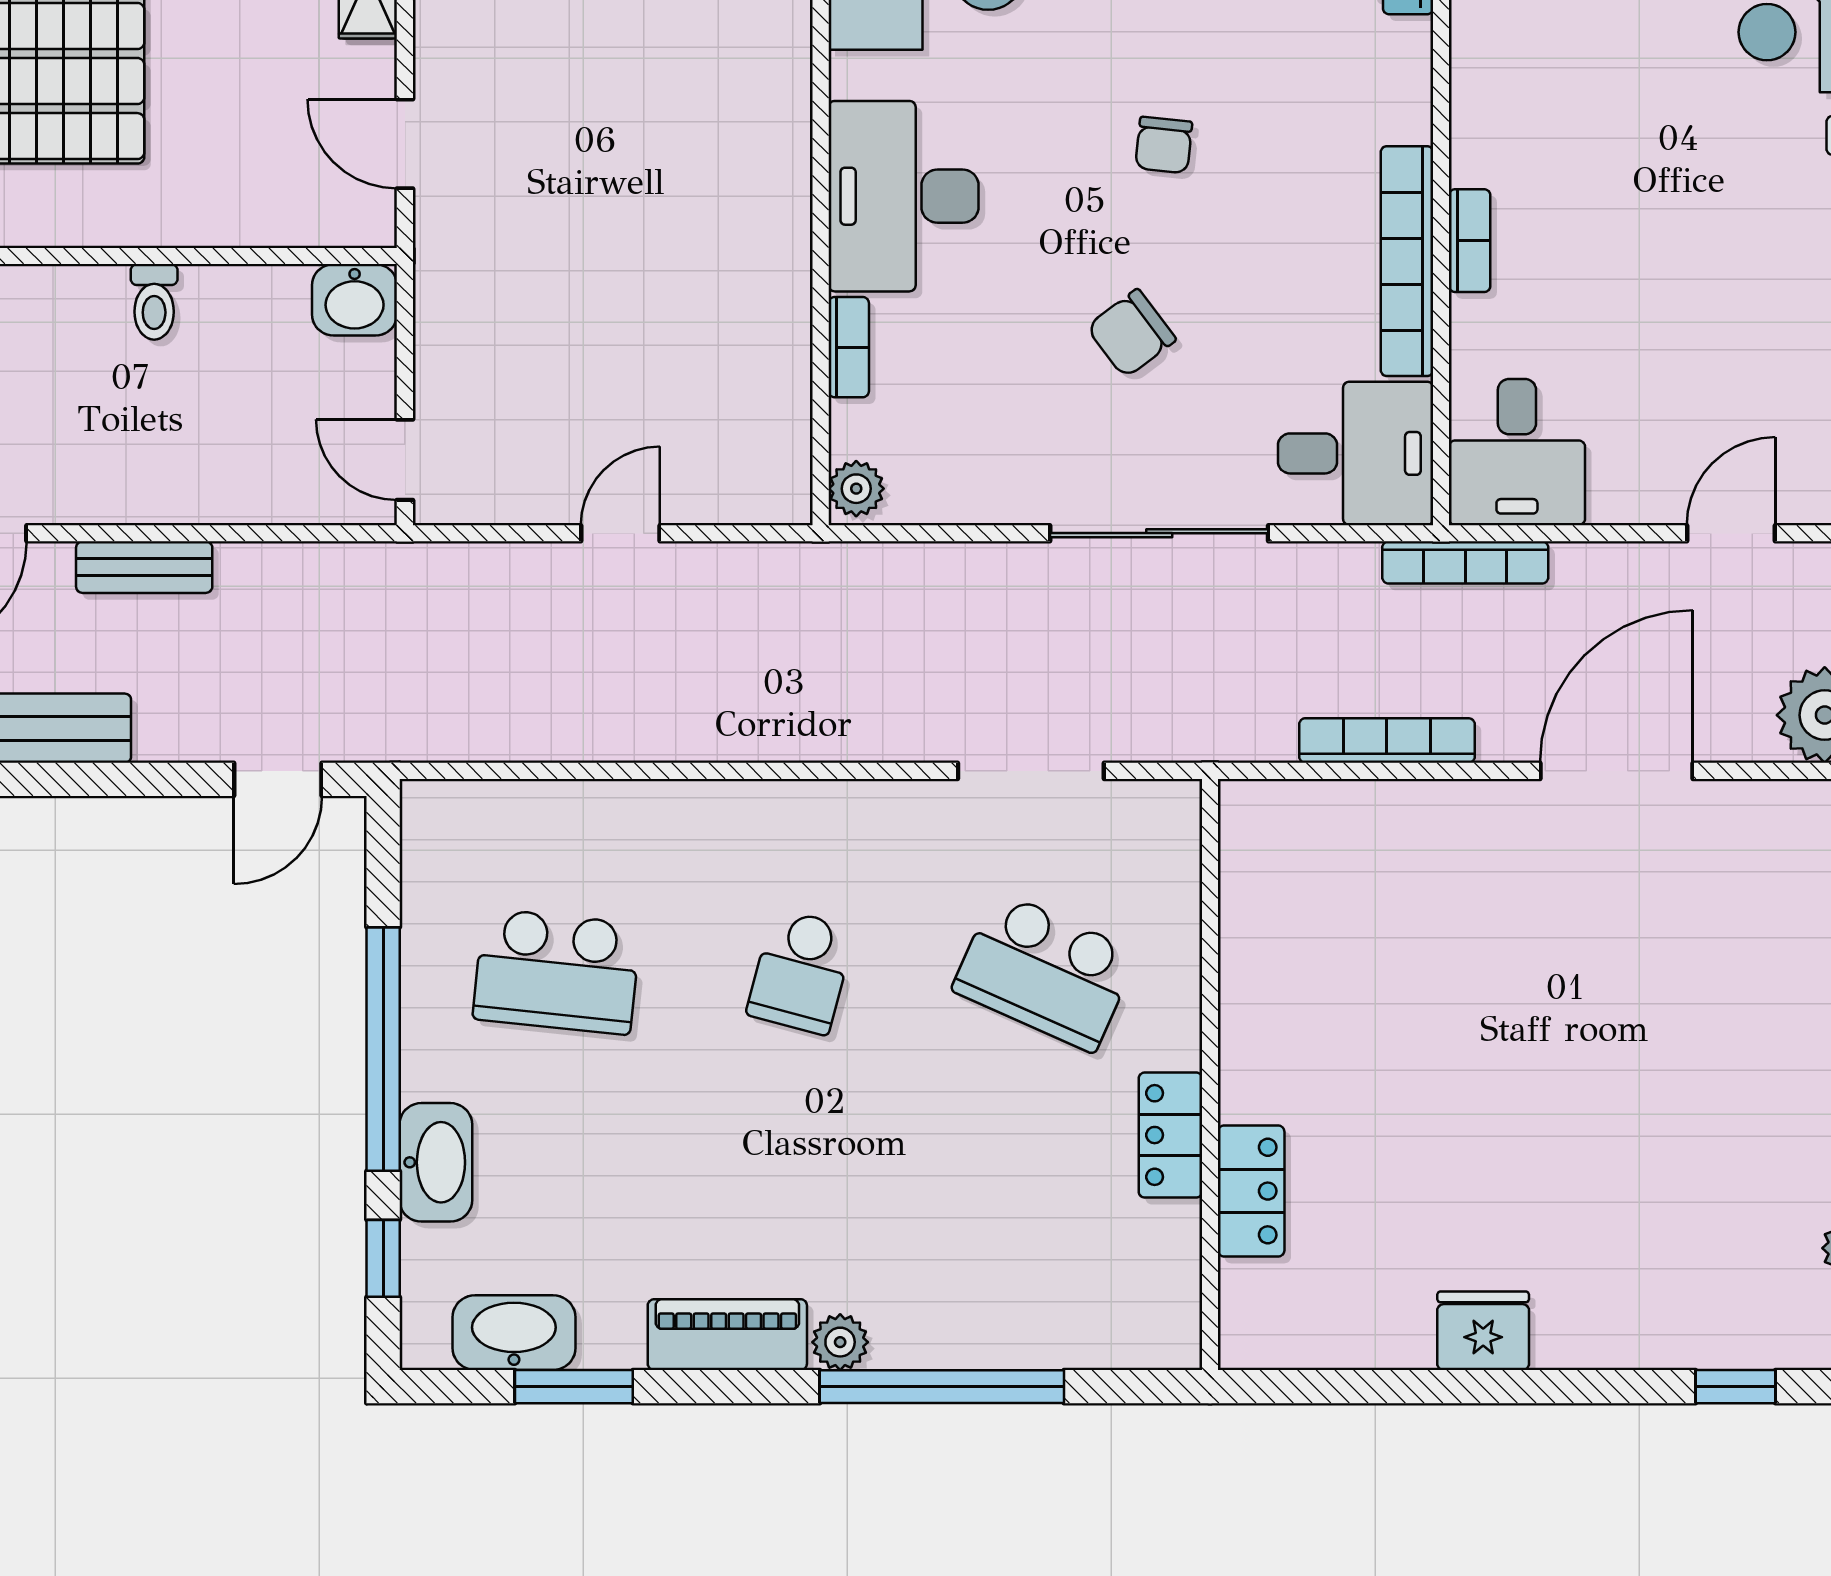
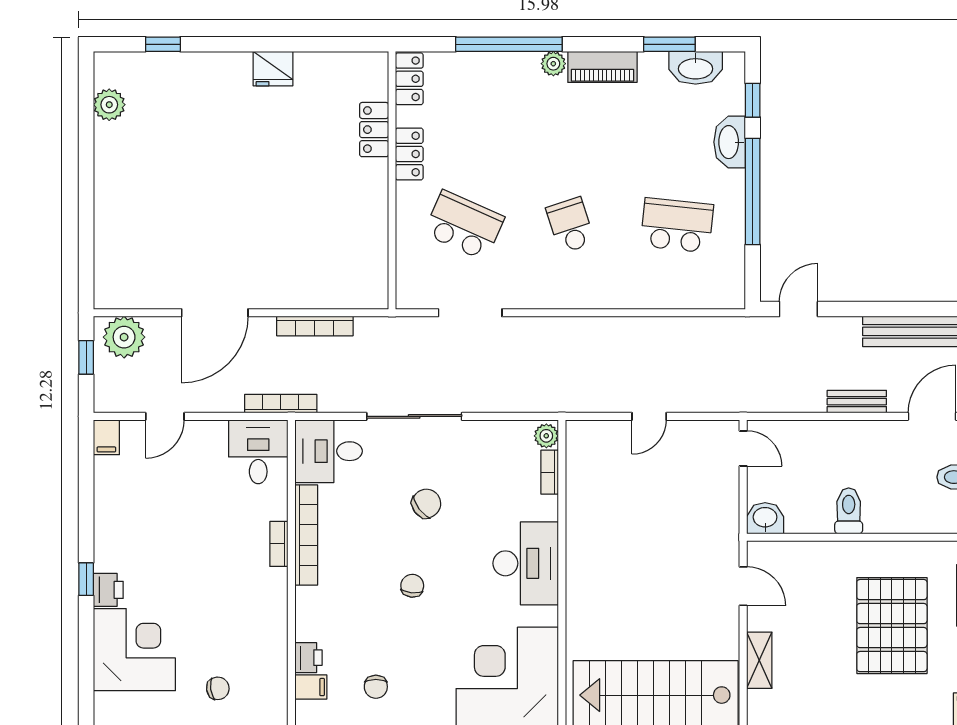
toilet: (154, 302) -> (849, 511), width x1.37, depth x1.39
bookcase: (849, 347) -> (550, 472), moved
school desk: (801, 972) -> (570, 225), turned -33
locker: (1170, 1307) -> (409, 79), added

